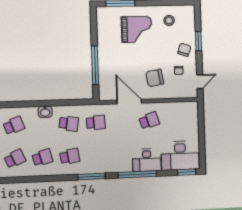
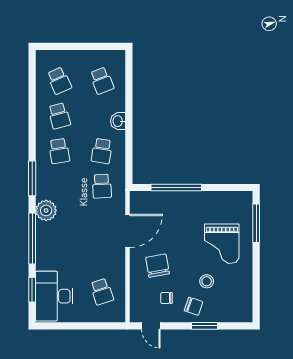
stool: (169, 20) -> (207, 281), moved
school desk: (149, 121) -> (102, 292), moved
desk: (147, 160) -> (50, 252), removed
plant: (116, 165) -> (46, 210), added
window: (187, 172) -> (32, 290), moved

